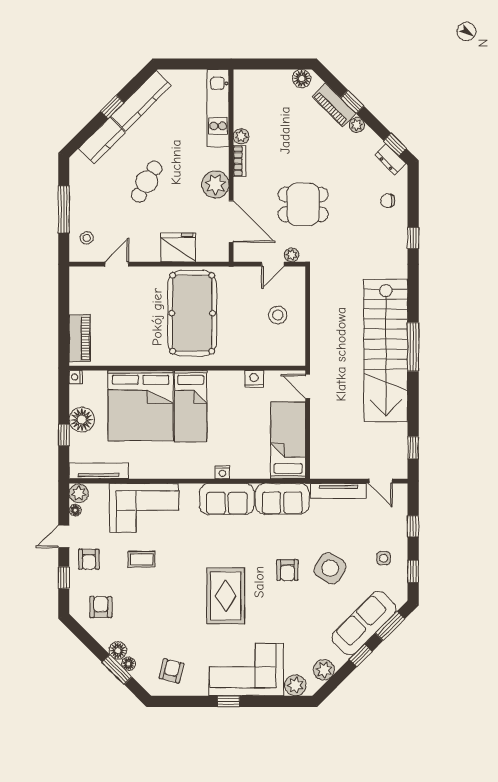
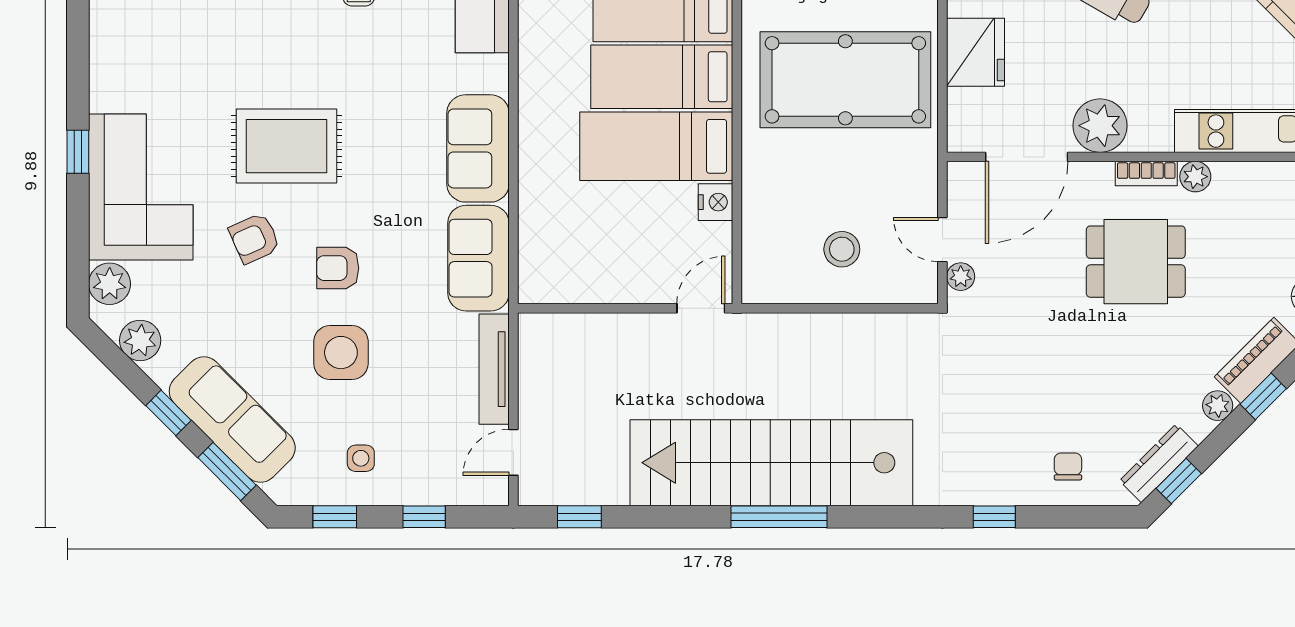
dresser: (390, 159) -> (1159, 463), width x1.44
dining table: (303, 204) -> (1136, 262), moved, turned 90
bed: (288, 440) -> (656, 146), moved, turned 180
nightstand: (222, 472) -> (531, 140), removed
side table: (330, 568) -> (341, 353), turned -30
armchair: (172, 671) -> (254, 238), moved, turned 142

